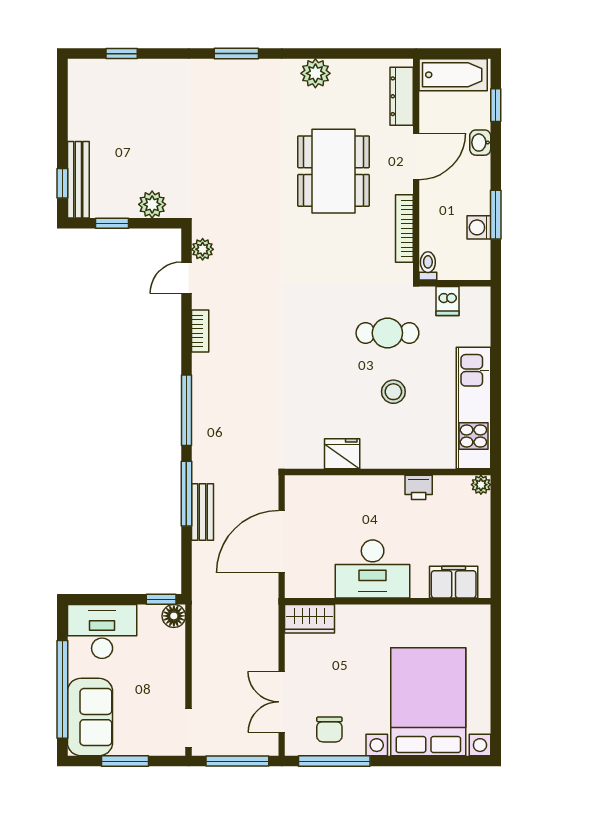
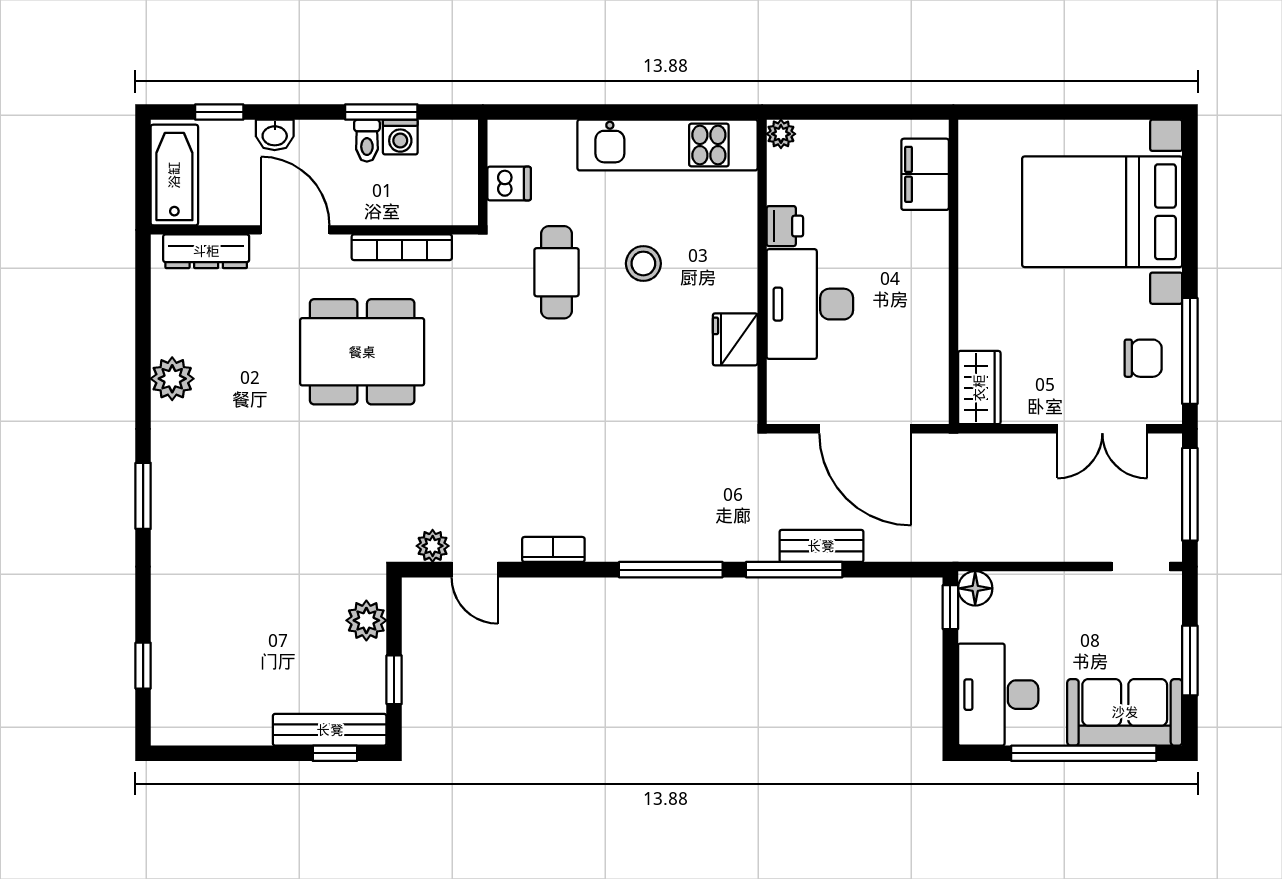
dining table: (334, 171) -> (362, 352), moved
toilet: (428, 266) -> (367, 141), moved, turned -90
desk: (373, 569) -> (810, 304), moved, turned 180

